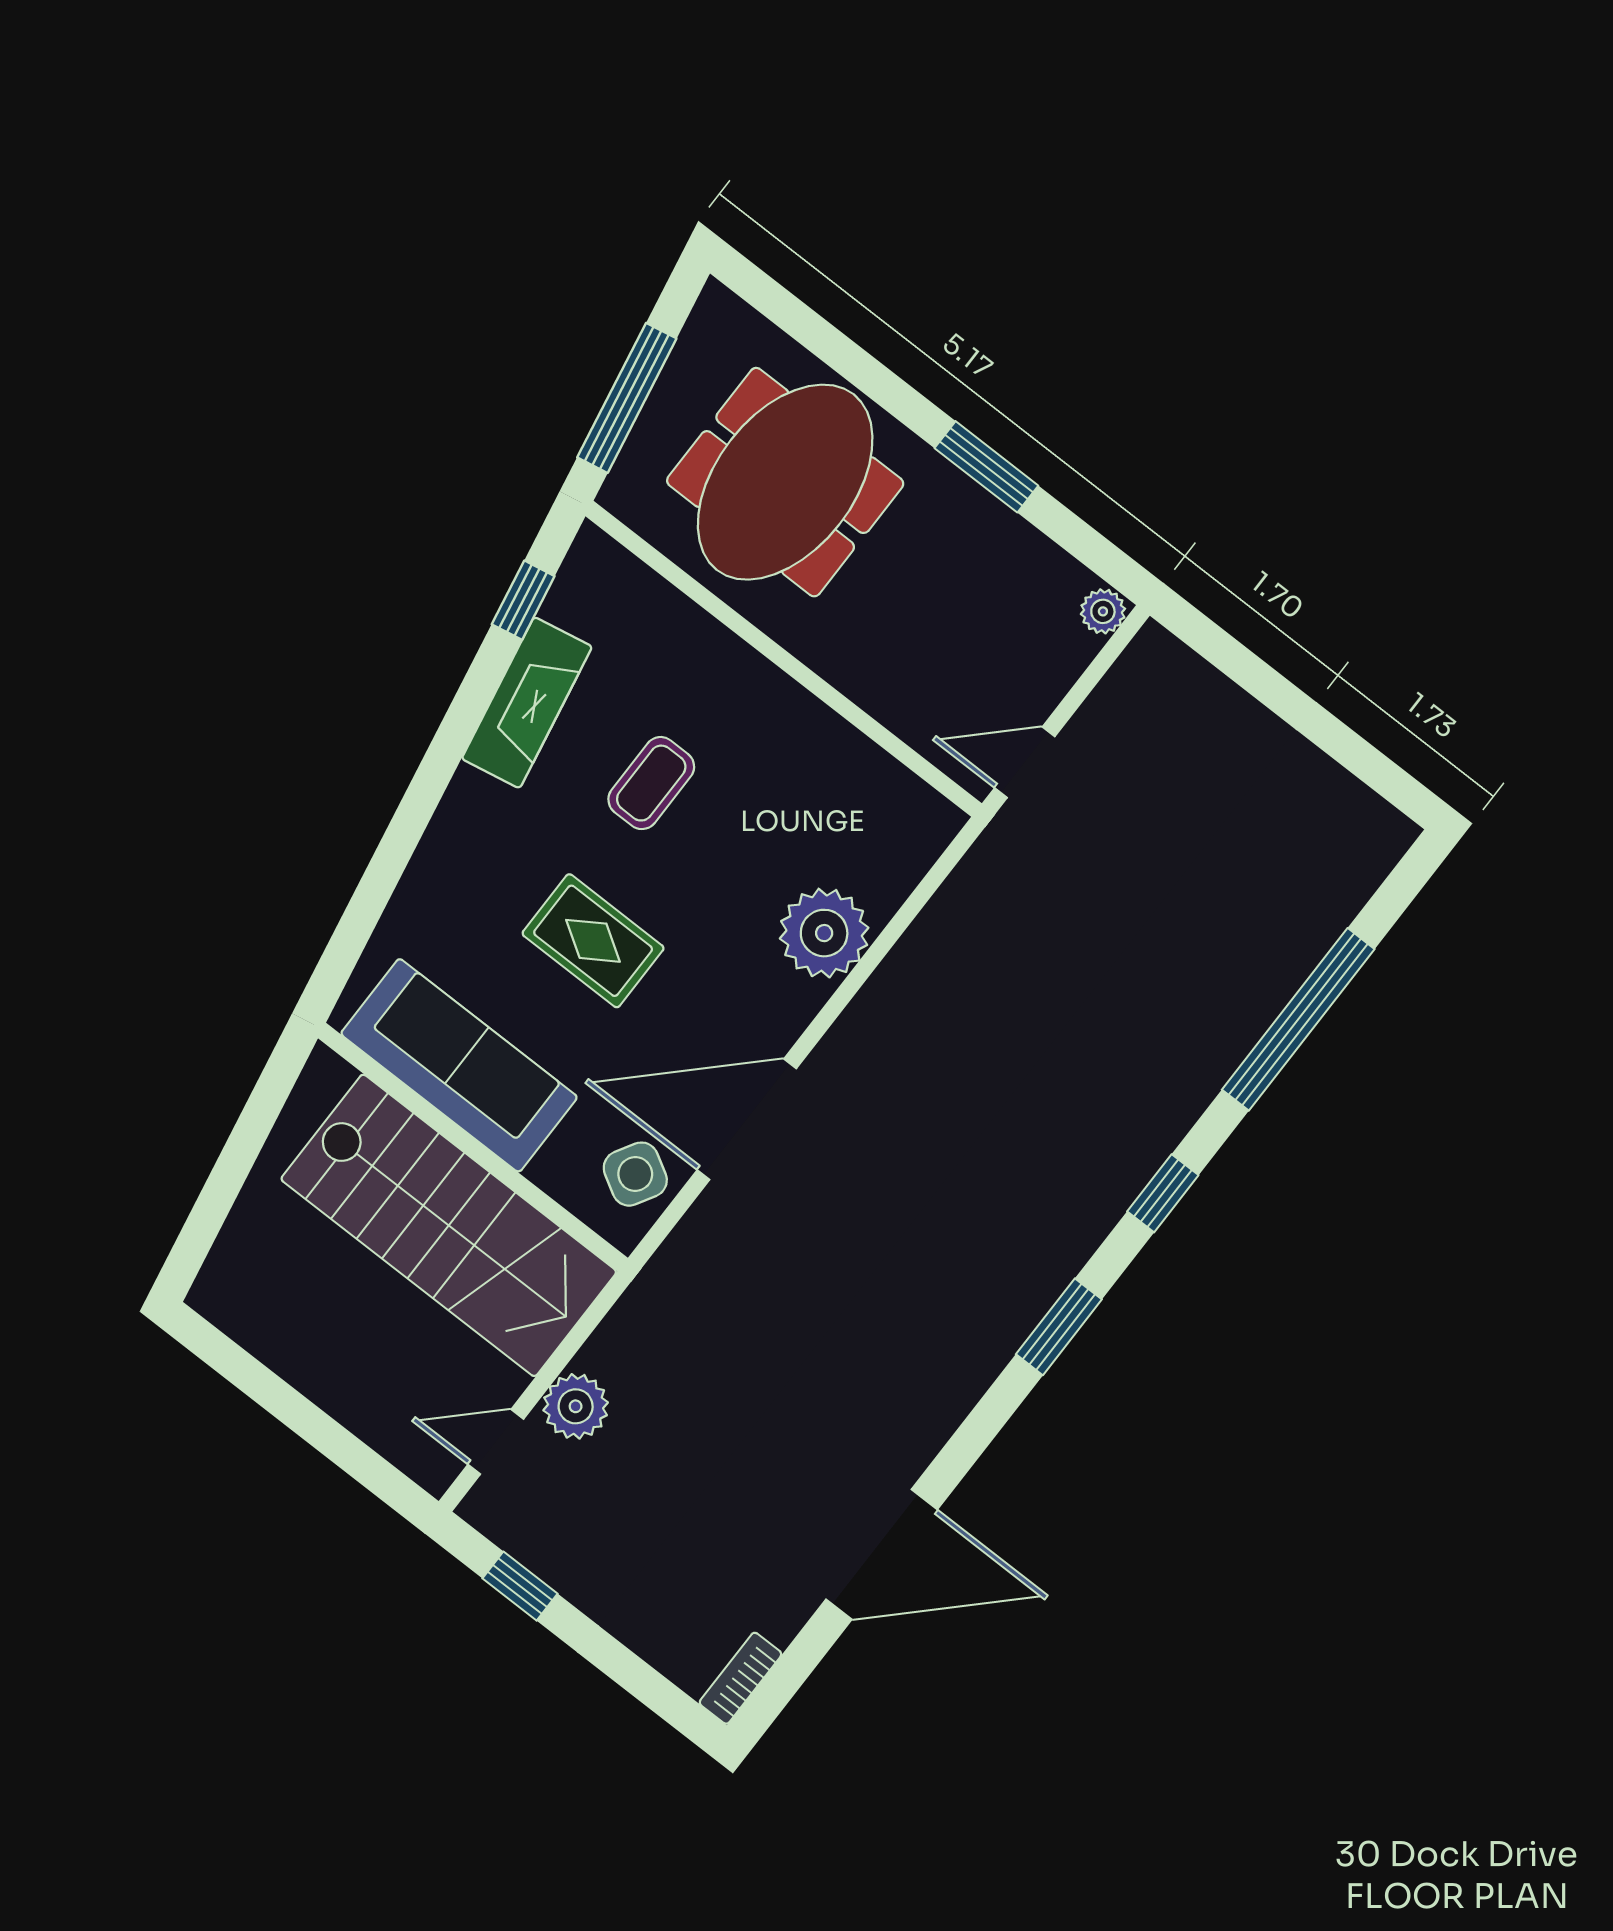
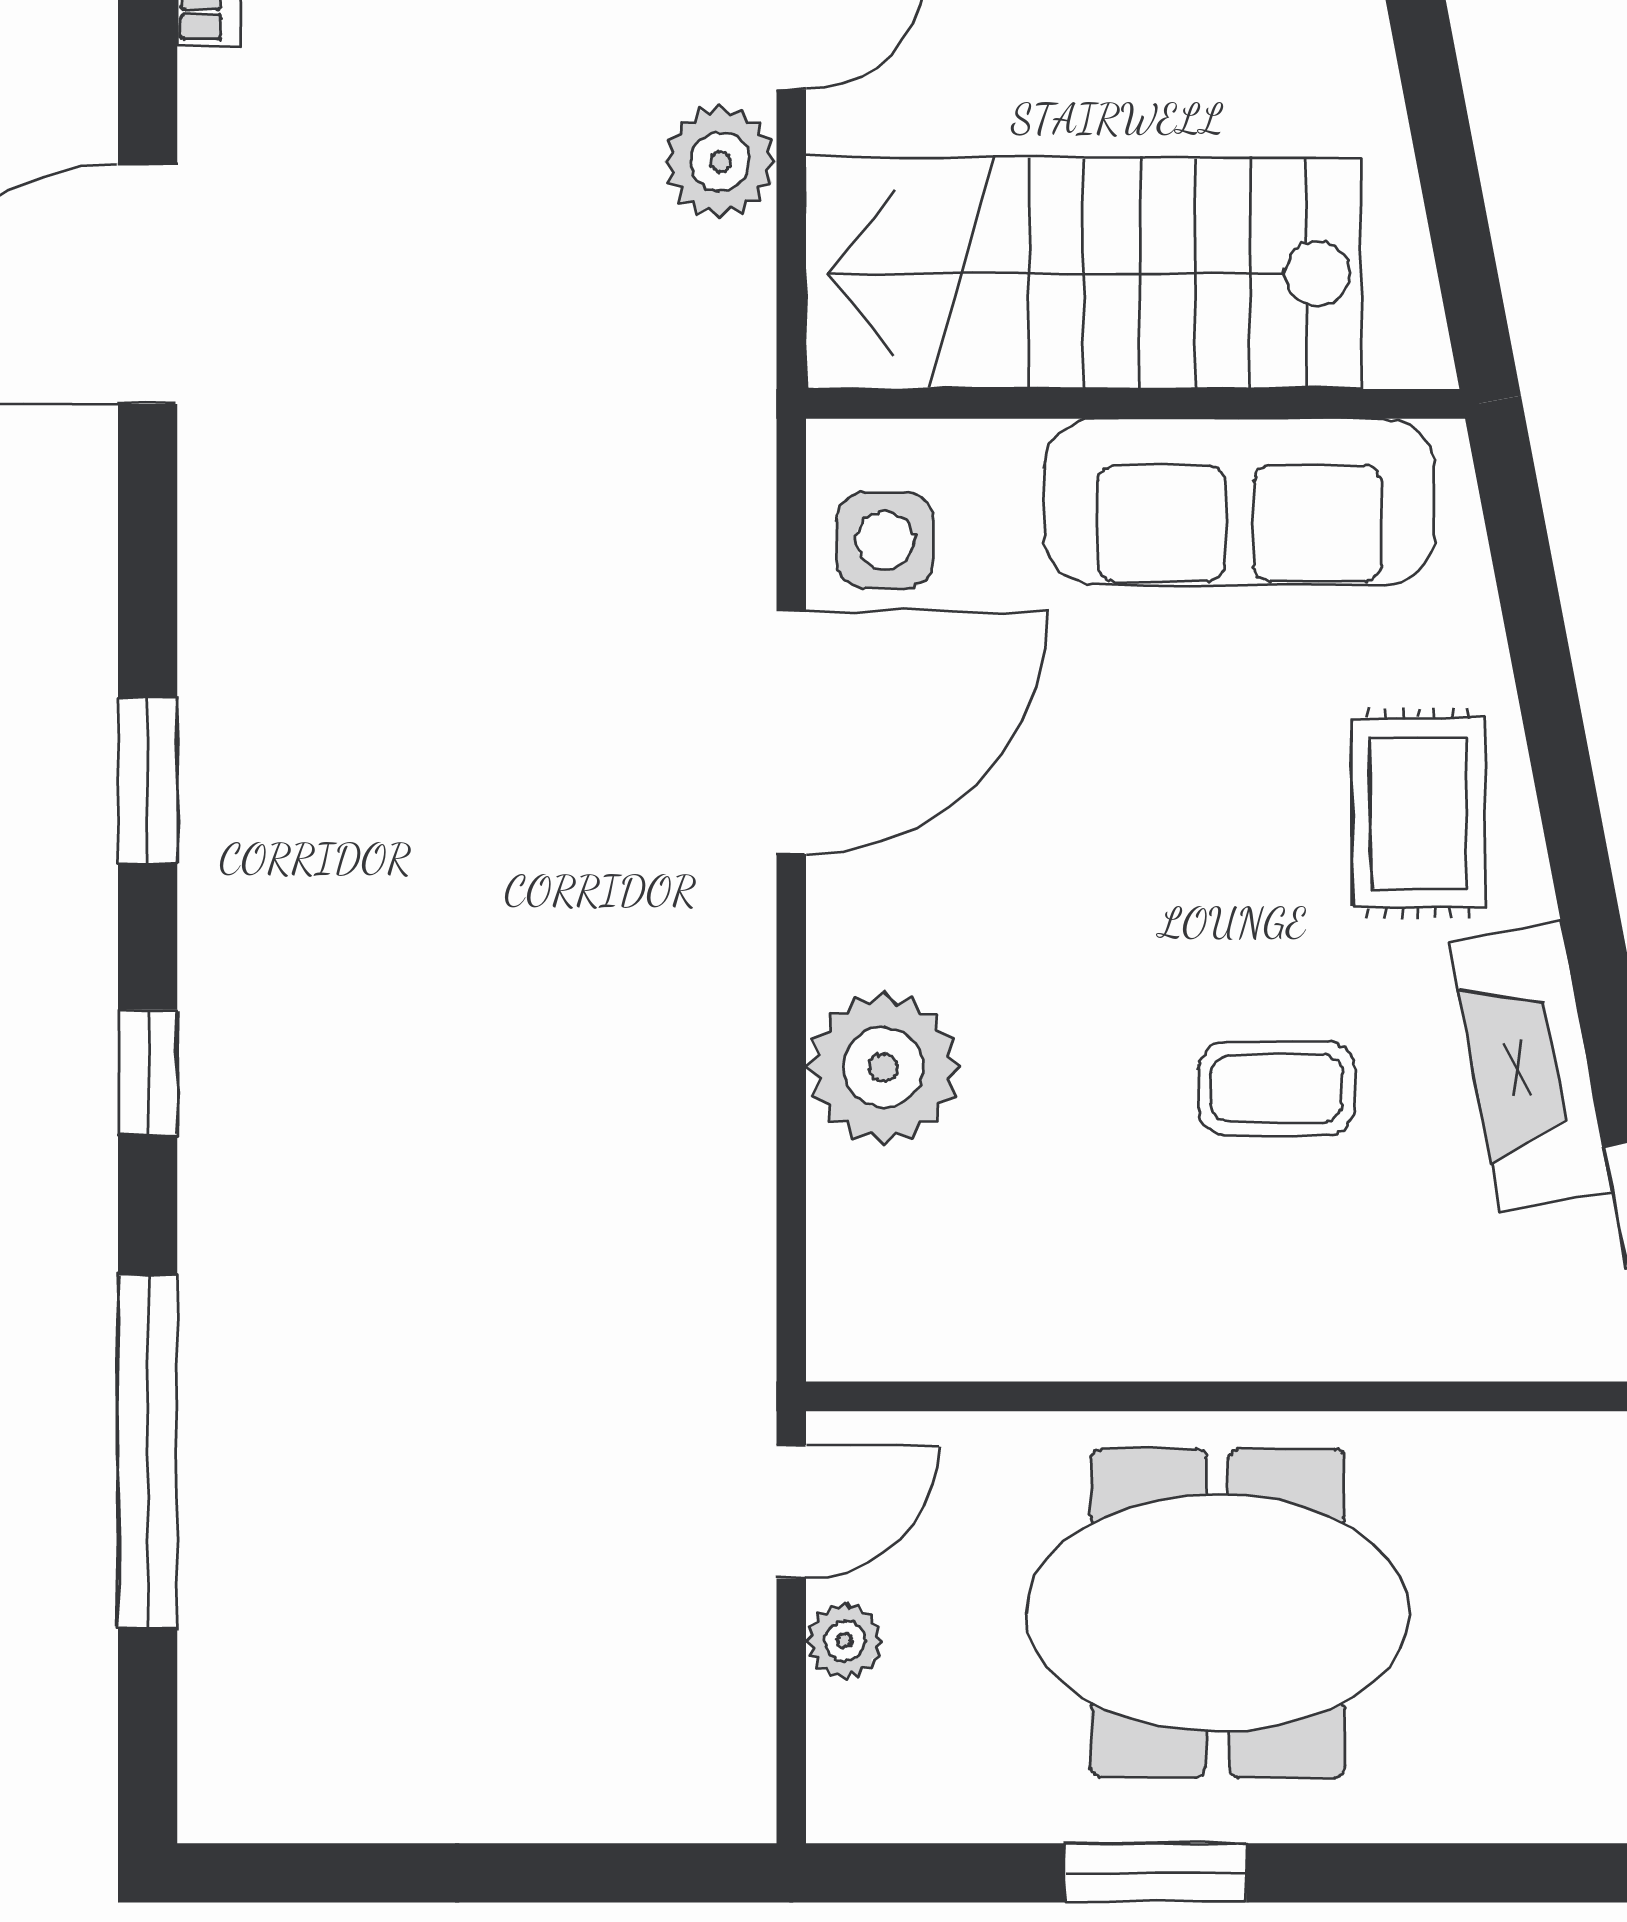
meeting table: (785, 482) -> (1218, 1613), moved, turned 90
plant: (1103, 611) -> (845, 1641), moved
coffee table: (651, 783) -> (1277, 1089), turned 90
rug: (593, 941) -> (1419, 813), moved, turned 90
side table: (635, 1174) -> (885, 540), turned -30

